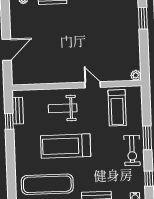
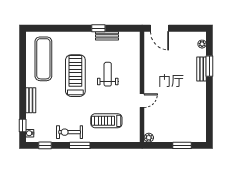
plant: (136, 75) -> (149, 138), moved
wall: (77, 85) -> (142, 87), moved
door: (93, 85) -> (142, 101), moved

